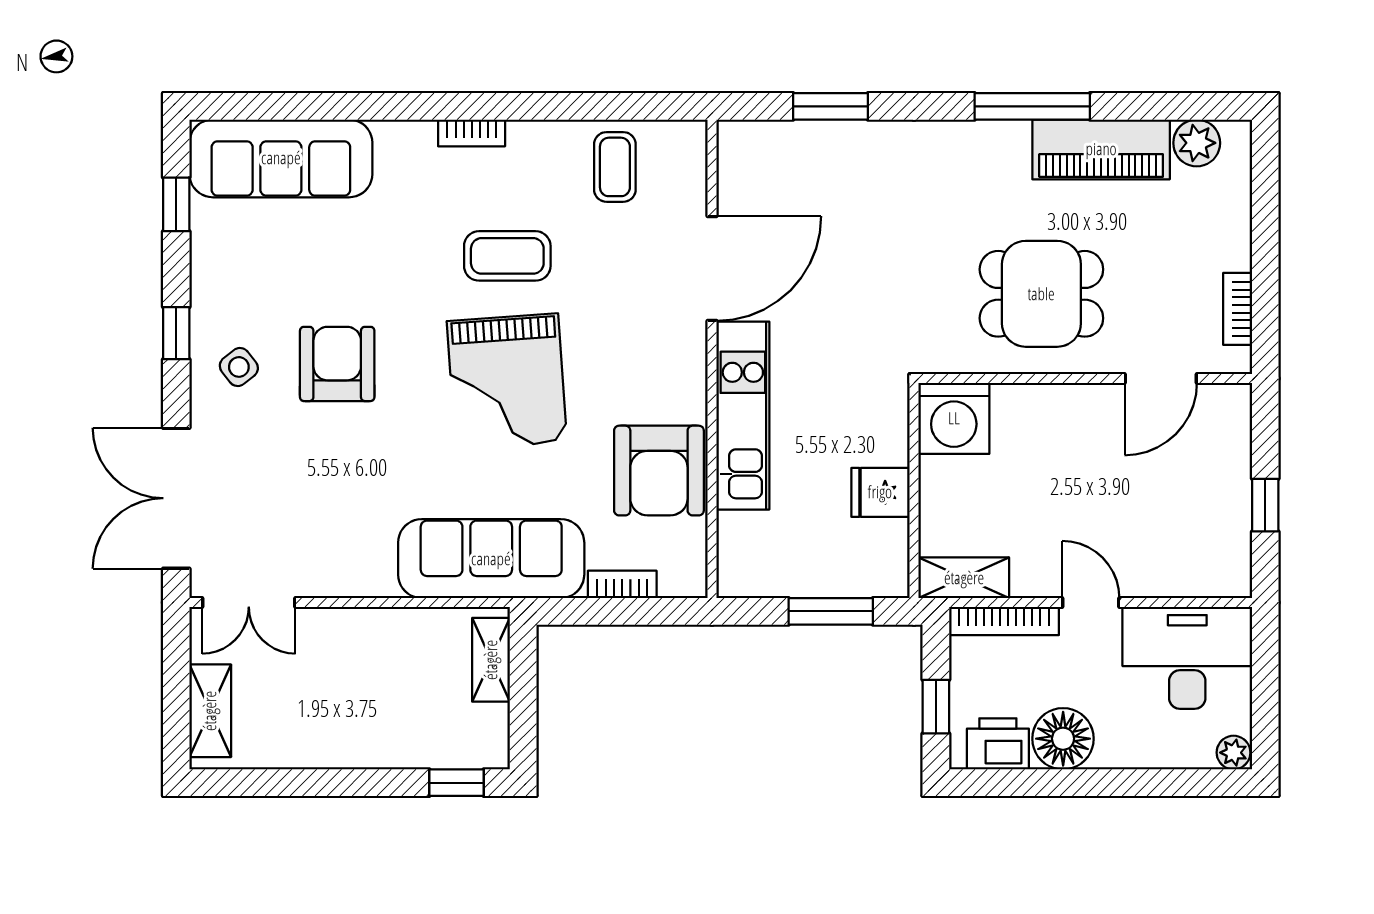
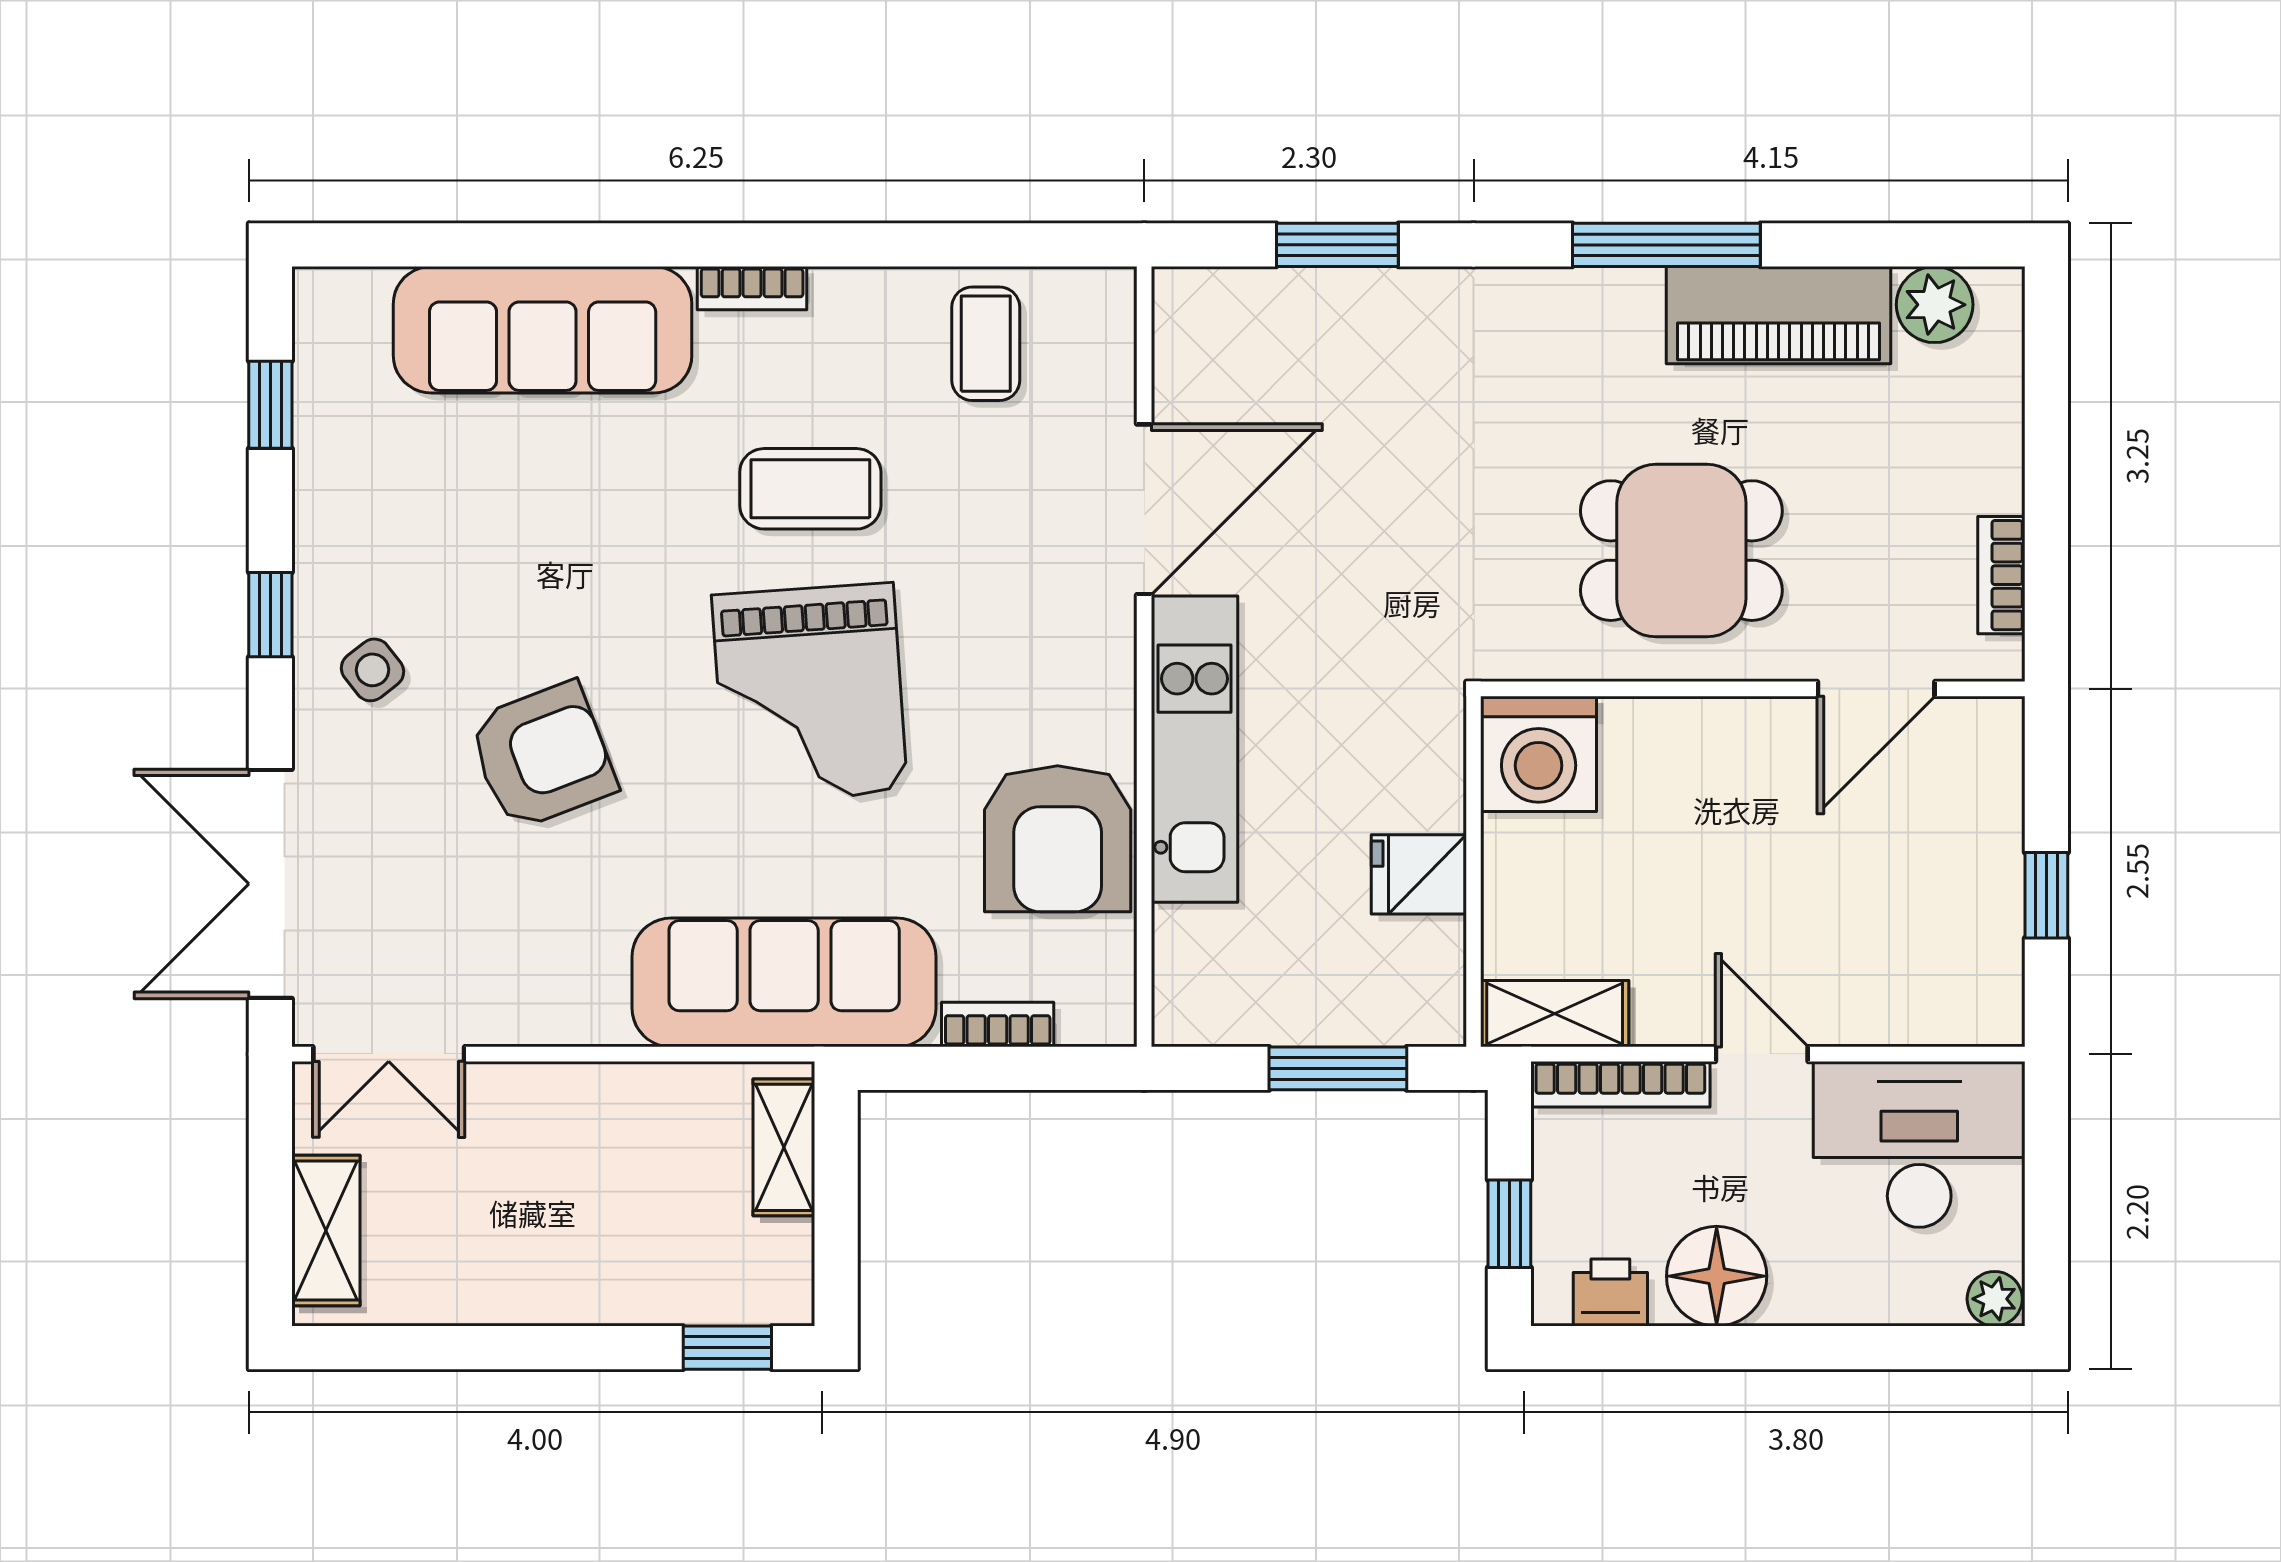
sofa: (281, 158) -> (543, 330), moved
armchair: (337, 364) -> (542, 756), moved, turned 69
printer: (998, 744) -> (1610, 1293), width x0.73, depth x0.81

